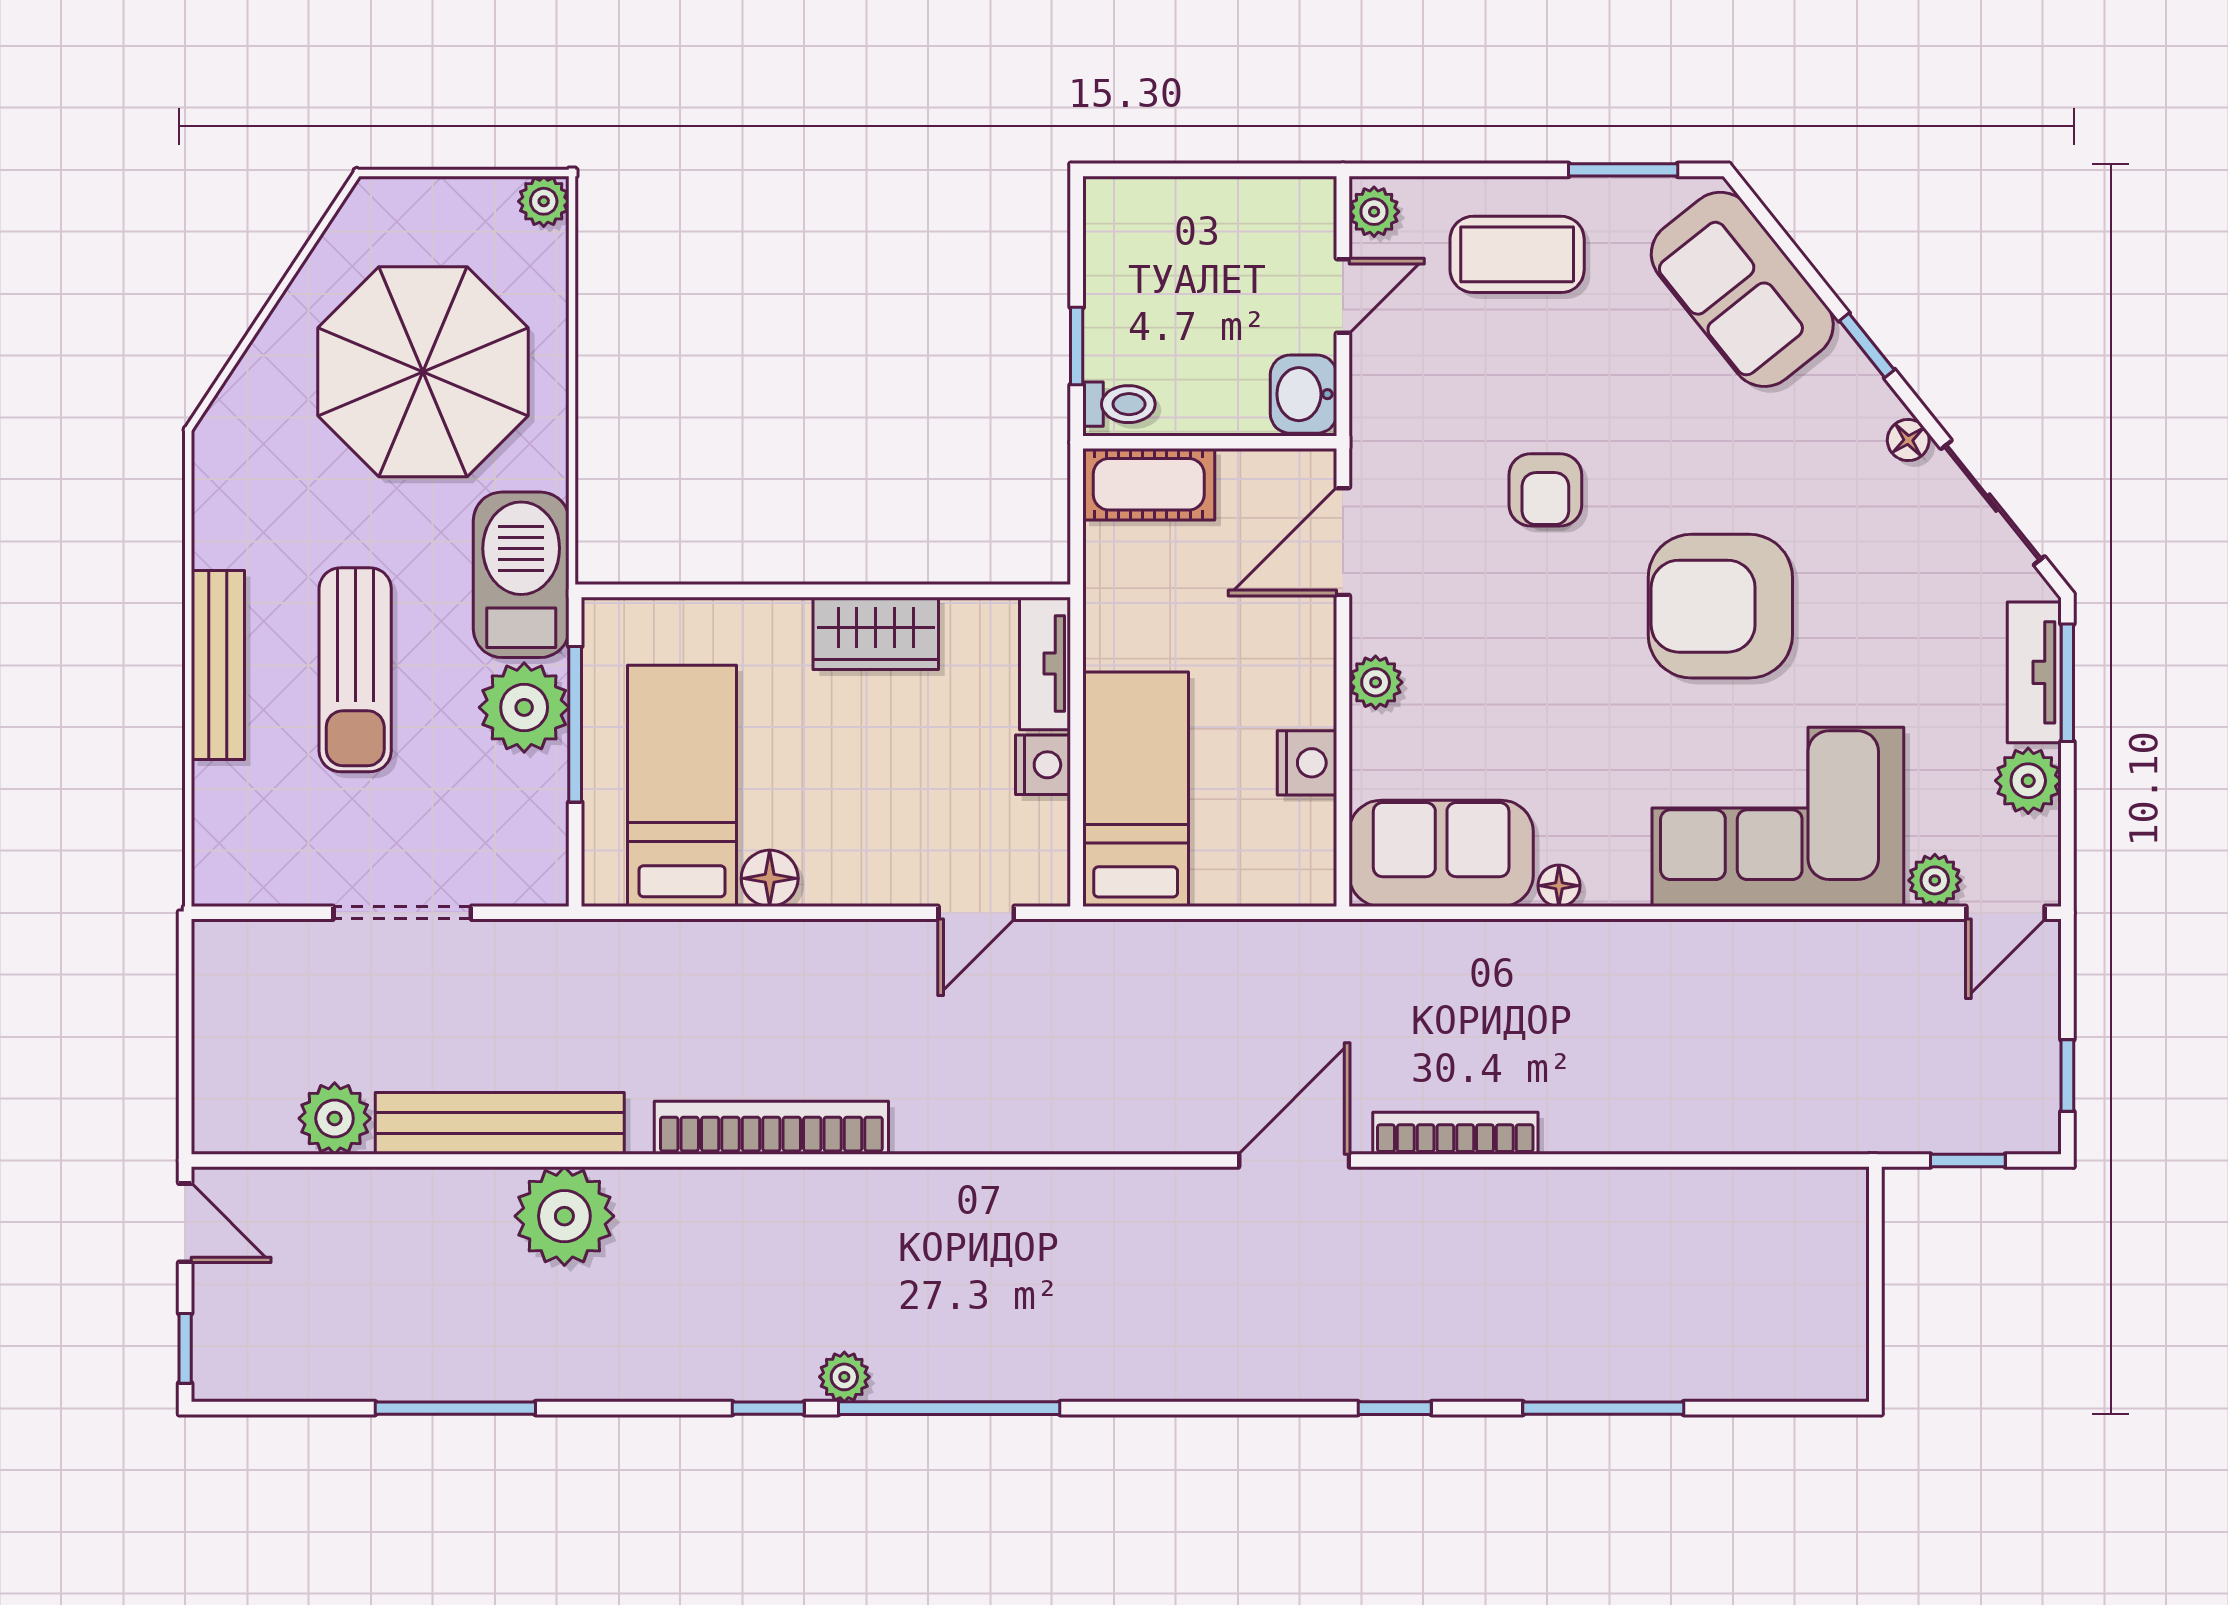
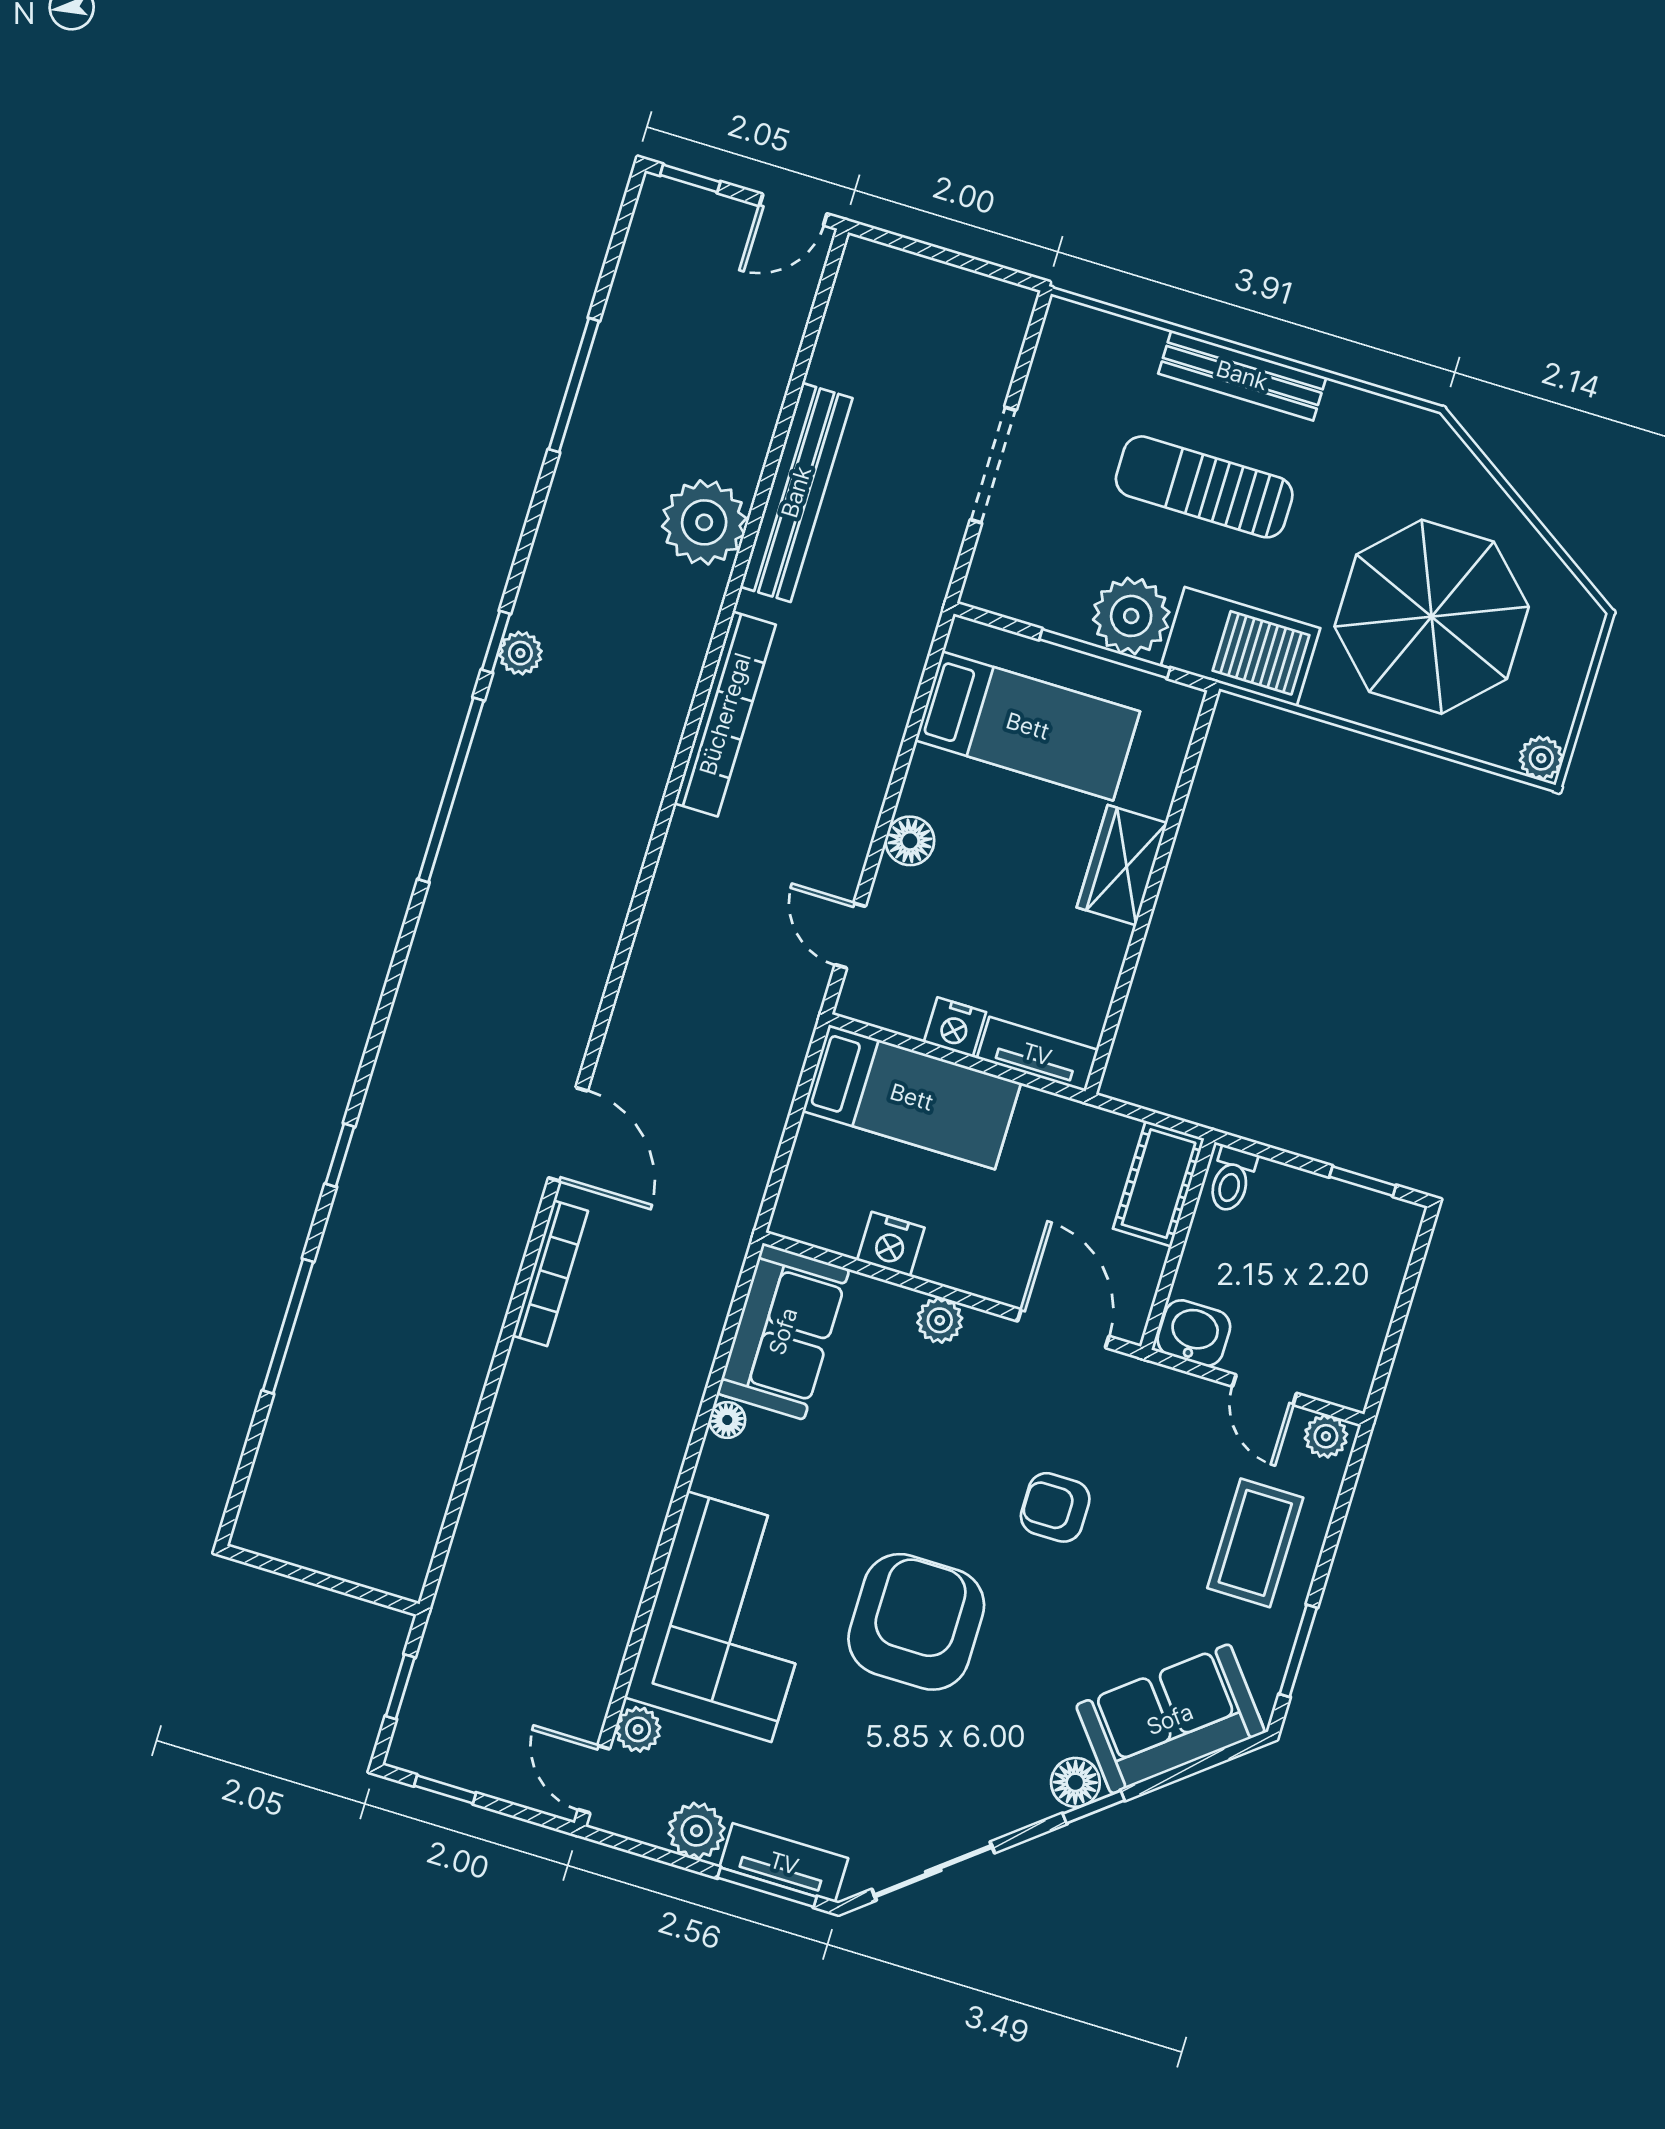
window: (1077, 346) -> (1363, 1181), moved
floor lamp: (1908, 440) -> (1075, 1782), moved, width x1.37, depth x1.37
wardrobe: (876, 633) -> (1122, 865), moved
floor lamp: (770, 878) -> (910, 841), moved
plant: (335, 1118) -> (841, 358), removed
plant: (844, 1377) -> (520, 653), moved

